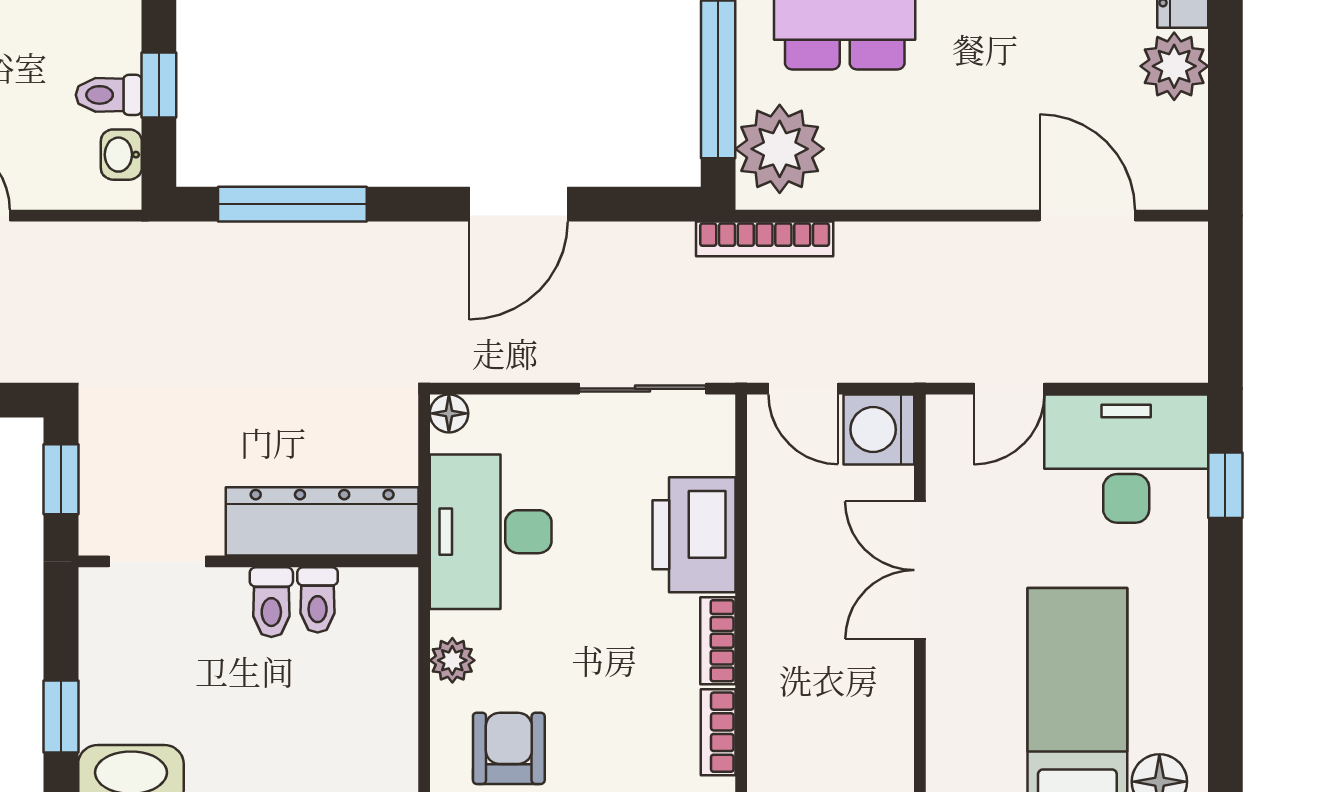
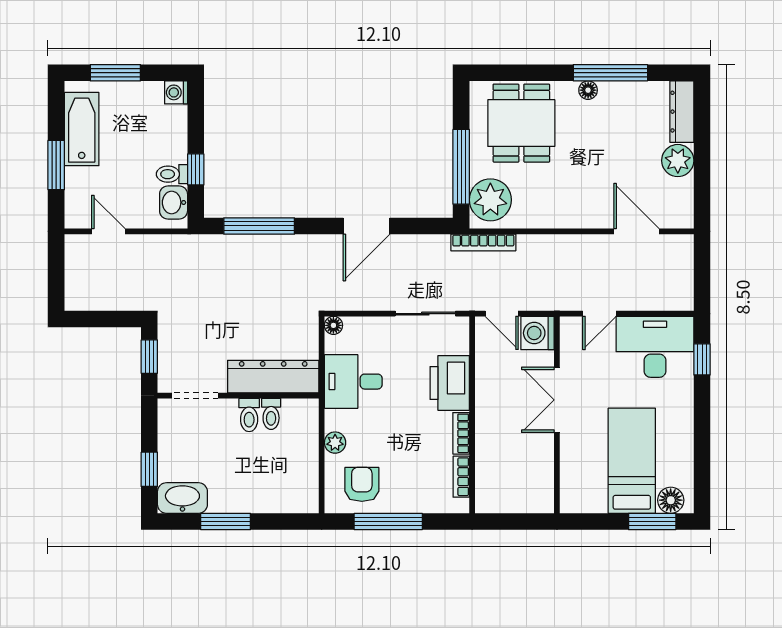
washbasin: (121, 155) -> (174, 202), width x1.38, depth x1.45
desk: (491, 532) -> (353, 382), width x0.73

